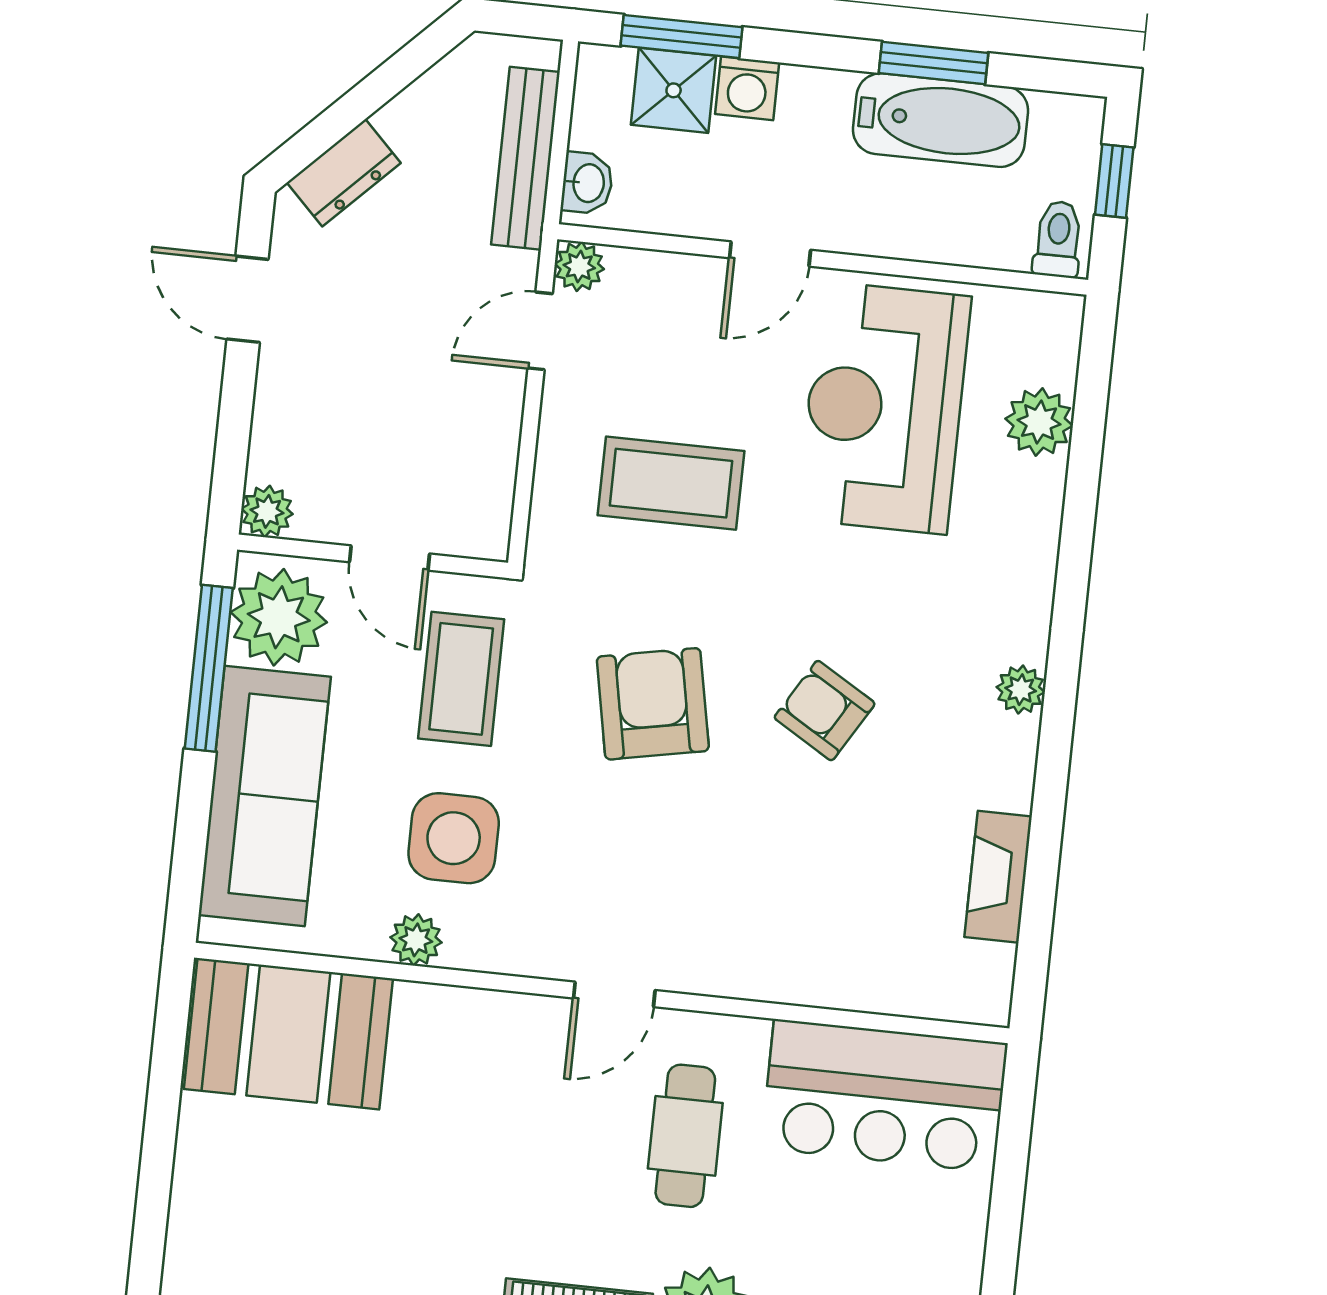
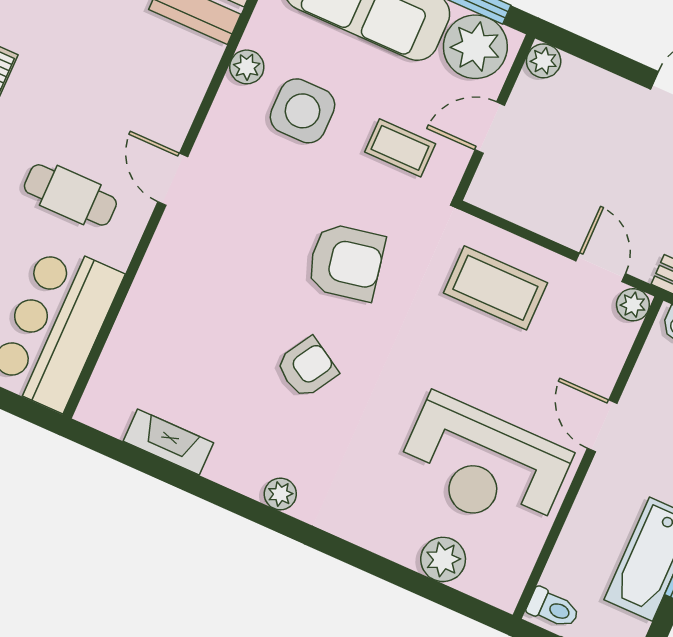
reception desk: (884, 408) -> (483, 466), turned 180
coffee table: (671, 483) -> (495, 288), moved, turned 90
coffee table: (461, 679) -> (400, 148), width x0.73, depth x0.77

